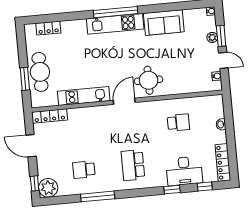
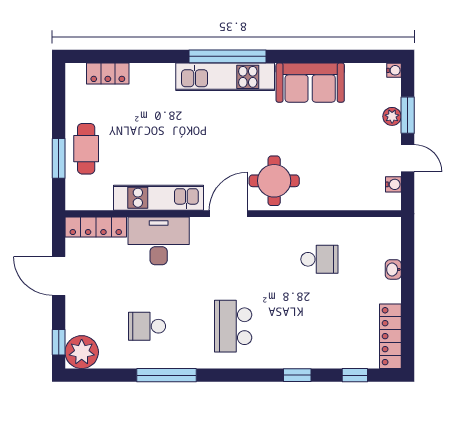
cafe table: (40, 72) -> (86, 149), width x0.73, depth x0.74
desk: (184, 171) -> (159, 241), moved, turned 180

